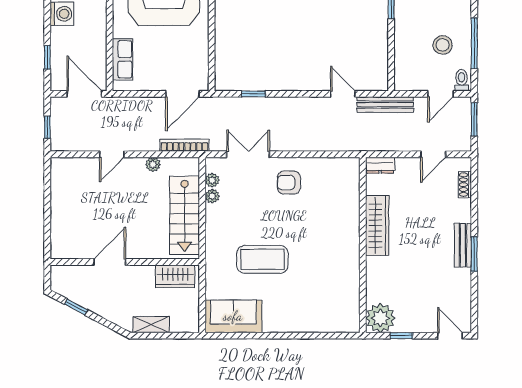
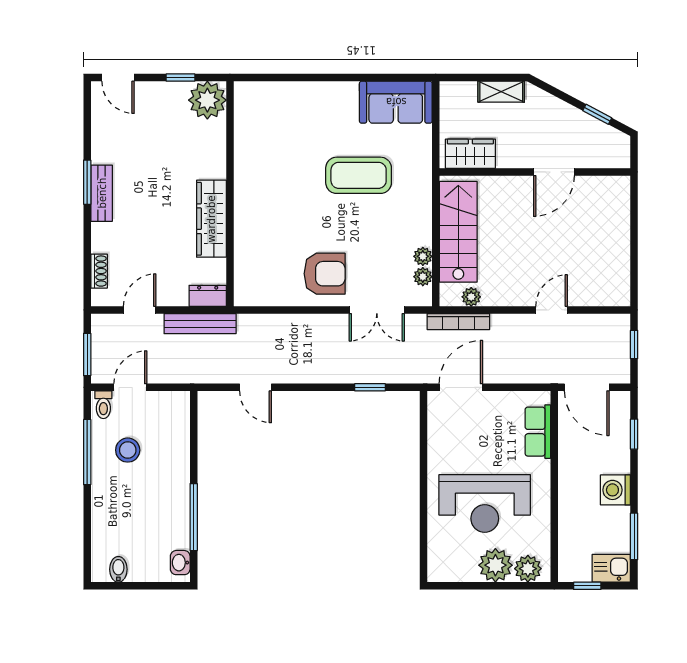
bench: (385, 105) -> (200, 324), moved
plant: (153, 164) -> (471, 297), moved
armchair: (289, 183) -> (325, 274), width x1.38, depth x1.38

